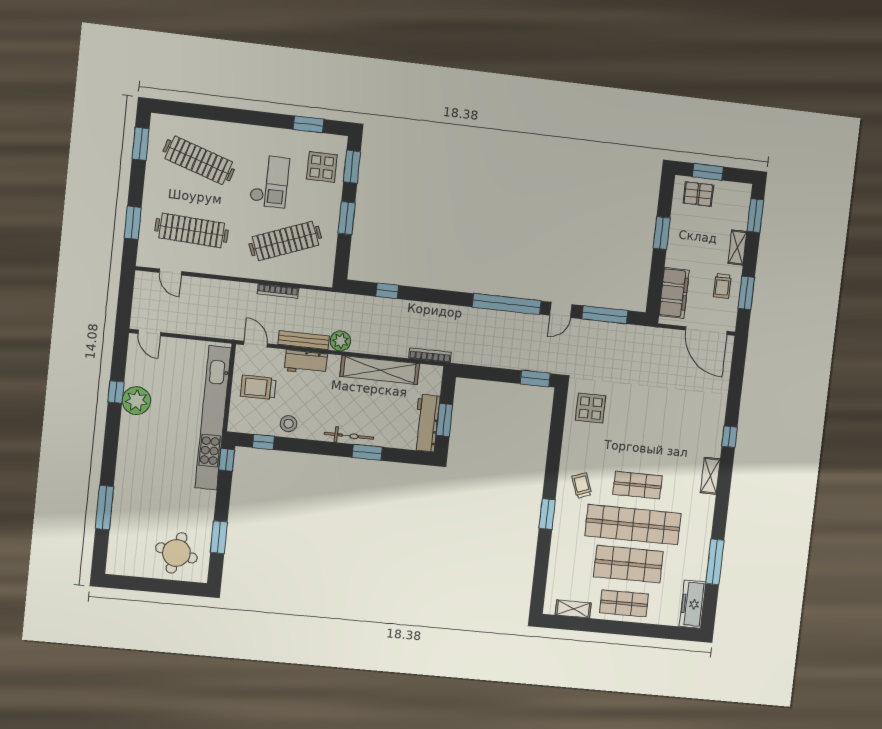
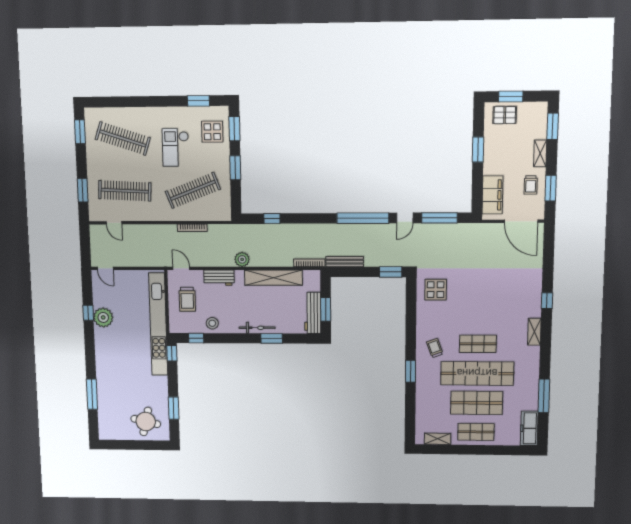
checkout: (270, 181) -> (176, 148), turned 180
bench: (304, 340) -> (345, 262), moved
trolley: (258, 387) -> (187, 299), turned -90

